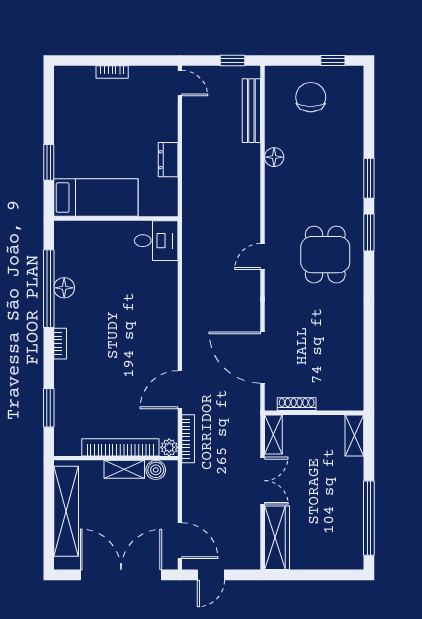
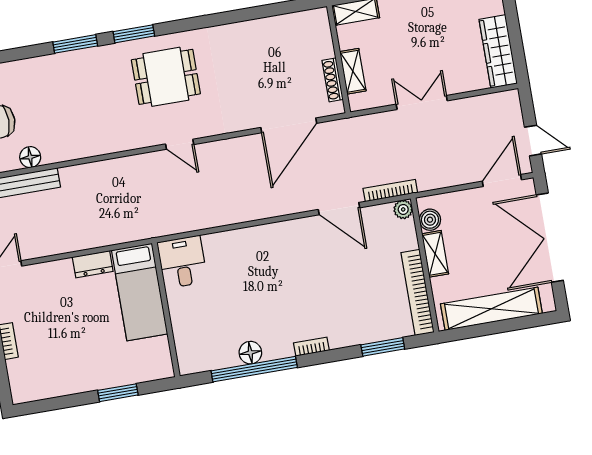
floor lamp: (274, 157) -> (30, 157), moved
bed: (96, 198) -> (140, 292), moved, turned 180
shelving: (273, 434) -> (353, 71), moved, turned 90
bookcase: (120, 447) -> (417, 292), moved
wardrobe: (277, 538) -> (498, 51), moved, turned -90

